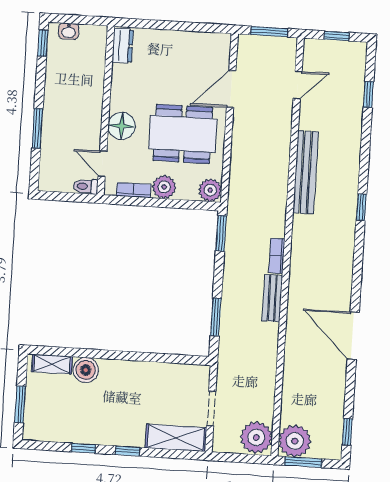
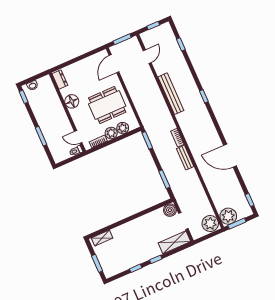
door: (231, 89) -> (114, 64), moved
floor lamp: (122, 126) -> (72, 101), moved
plant: (210, 190) -> (123, 128), moved
boiler: (86, 370) -> (170, 210), moved

